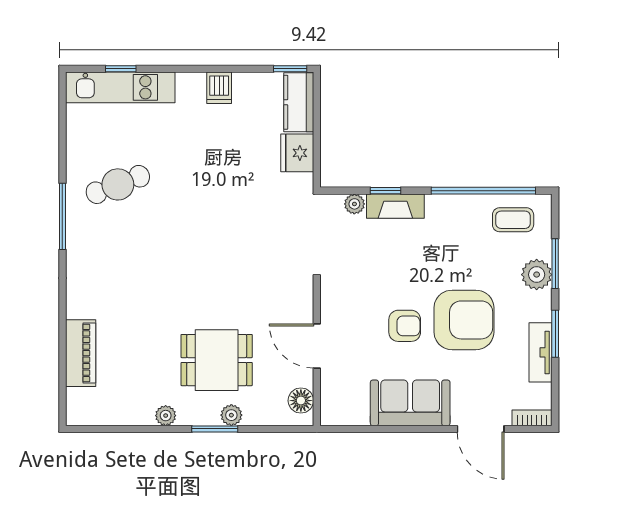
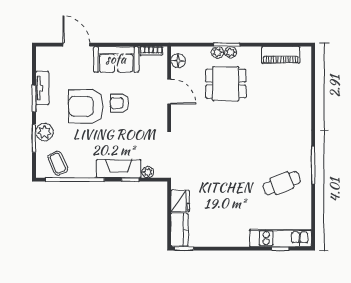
dishwasher: (219, 88) -> (224, 238), removed
fireplace: (395, 206) -> (119, 169), width x1.37, depth x1.32
coffee table: (513, 220) -> (58, 163), turned 66
piano: (81, 353) -> (281, 55), moved, turned -90
plant: (166, 416) -> (231, 52), moved
bookcase: (532, 418) -> (151, 51), moved

